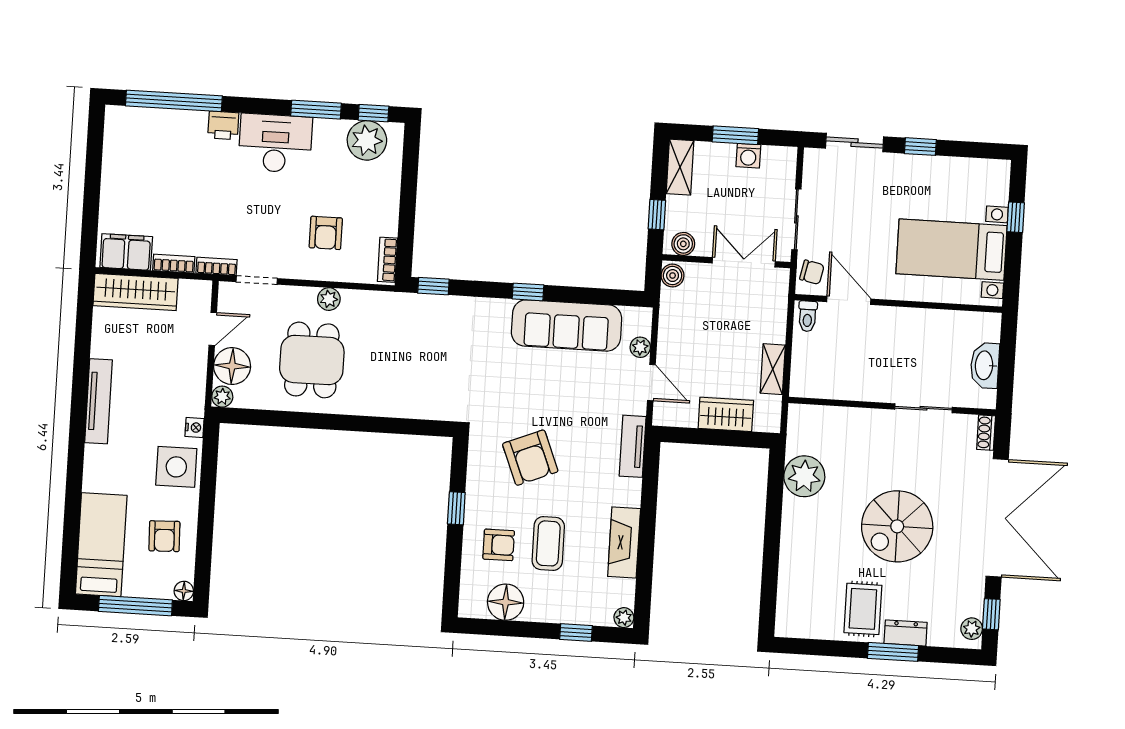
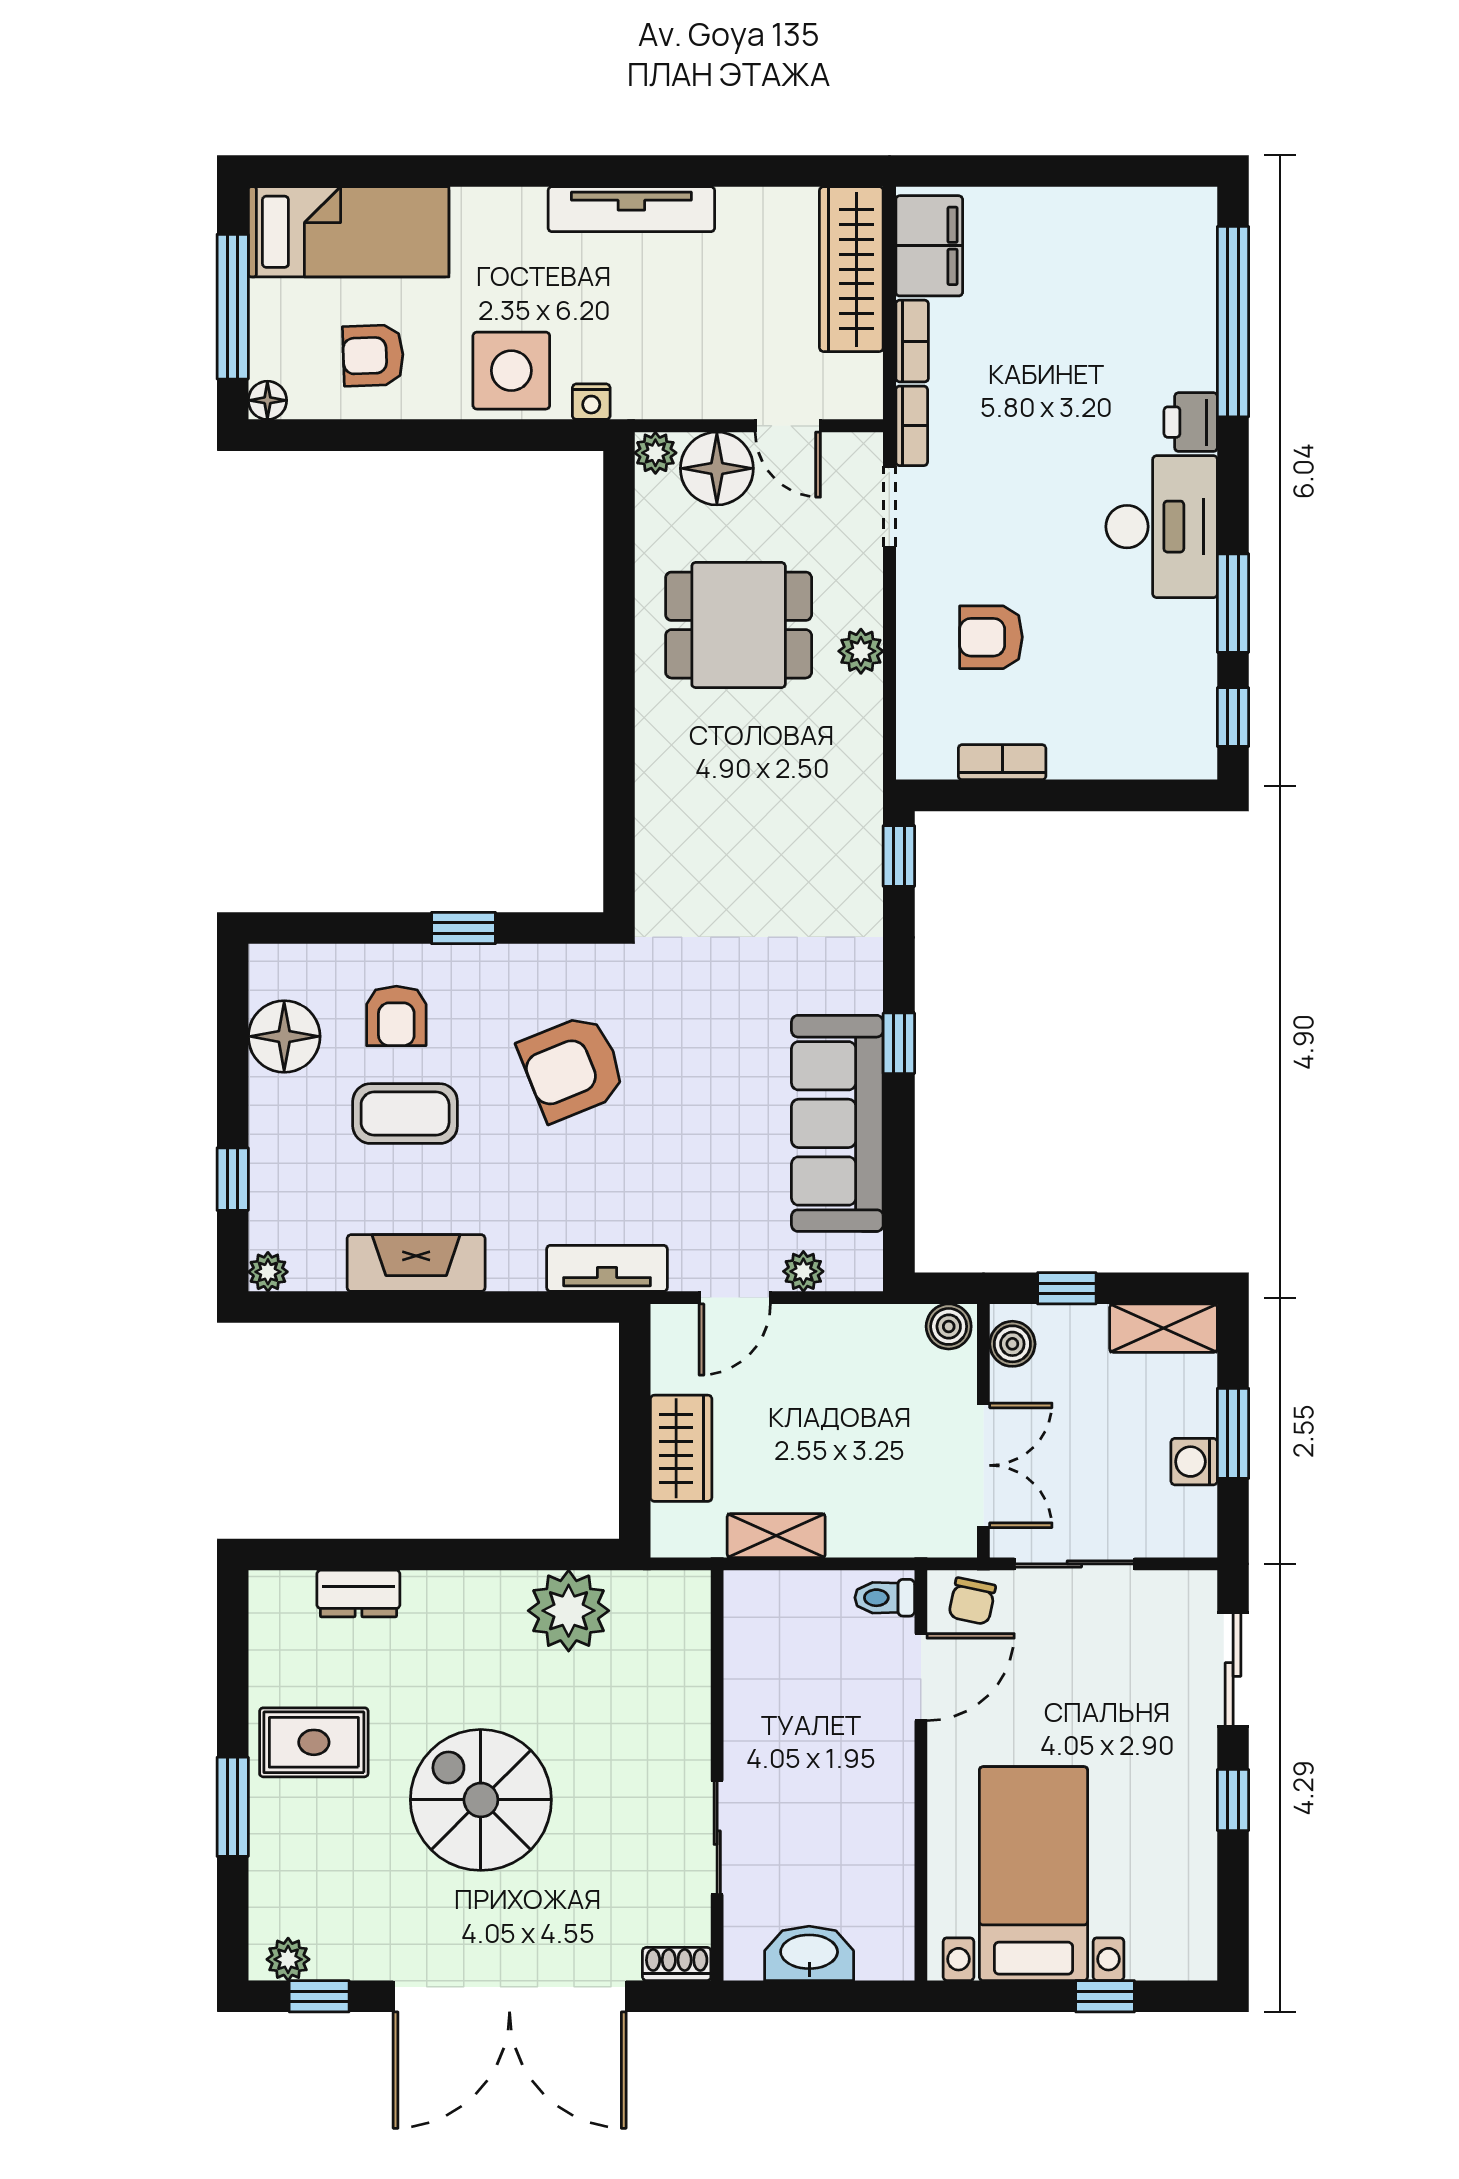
plant: (367, 140) -> (1178, 707), removed
bookcase: (387, 260) -> (1002, 762), moved
dresser: (906, 633) -> (358, 1594), moved, turned 90

